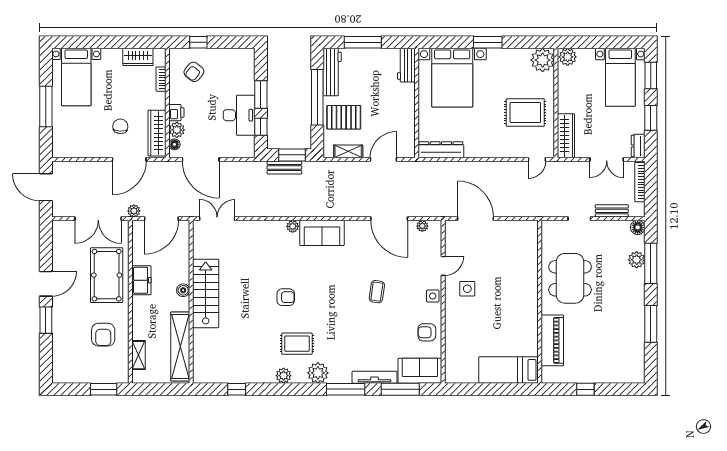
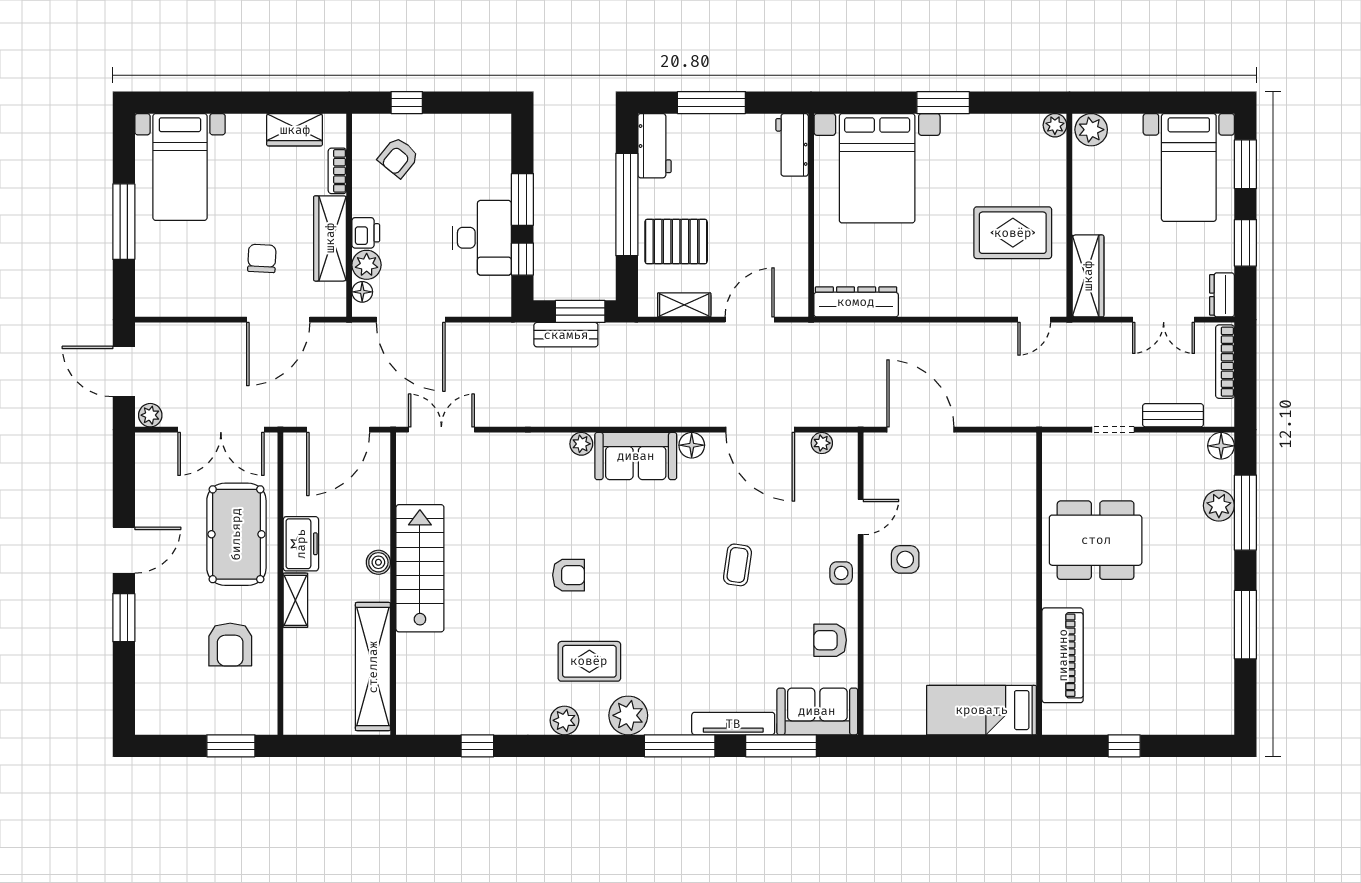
plant: (543, 60) -> (1055, 125), width x0.53, depth x0.53
workbench: (332, 72) -> (654, 146), width x0.73
wardrobe: (157, 133) -> (330, 238), moved
plant: (134, 211) -> (150, 415), moved
floor lamp: (352, 227) -> (692, 445), added
dining table: (570, 278) -> (1096, 540), turned 90
shelving: (138, 355) -> (295, 600), moved

